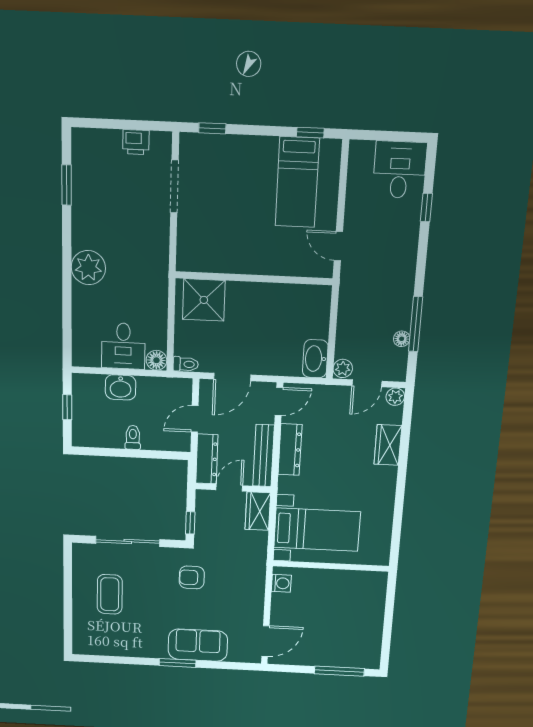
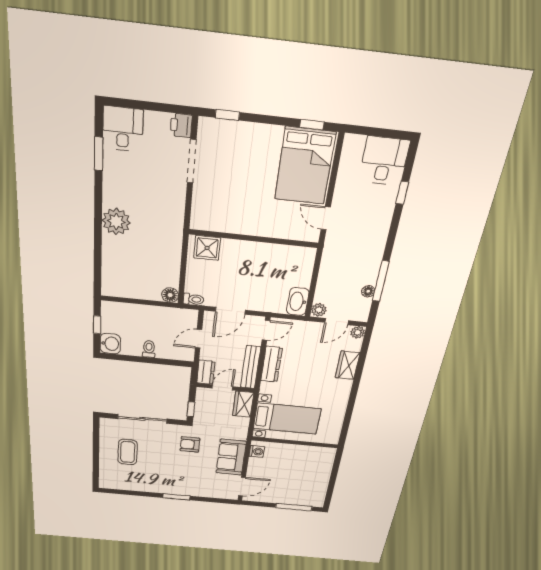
printer: (136, 142) -> (181, 125), moved, turned 90
bed: (297, 182) -> (305, 166), width x1.50
shower: (204, 300) -> (207, 248), width x0.73, depth x0.73
desk: (123, 346) -> (123, 129), moved, turned 180
washbasin: (121, 387) -> (110, 344), moved, turned -90
dresser: (207, 459) -> (206, 372), width x0.70
sofa: (198, 645) -> (231, 457), moved, turned -90

